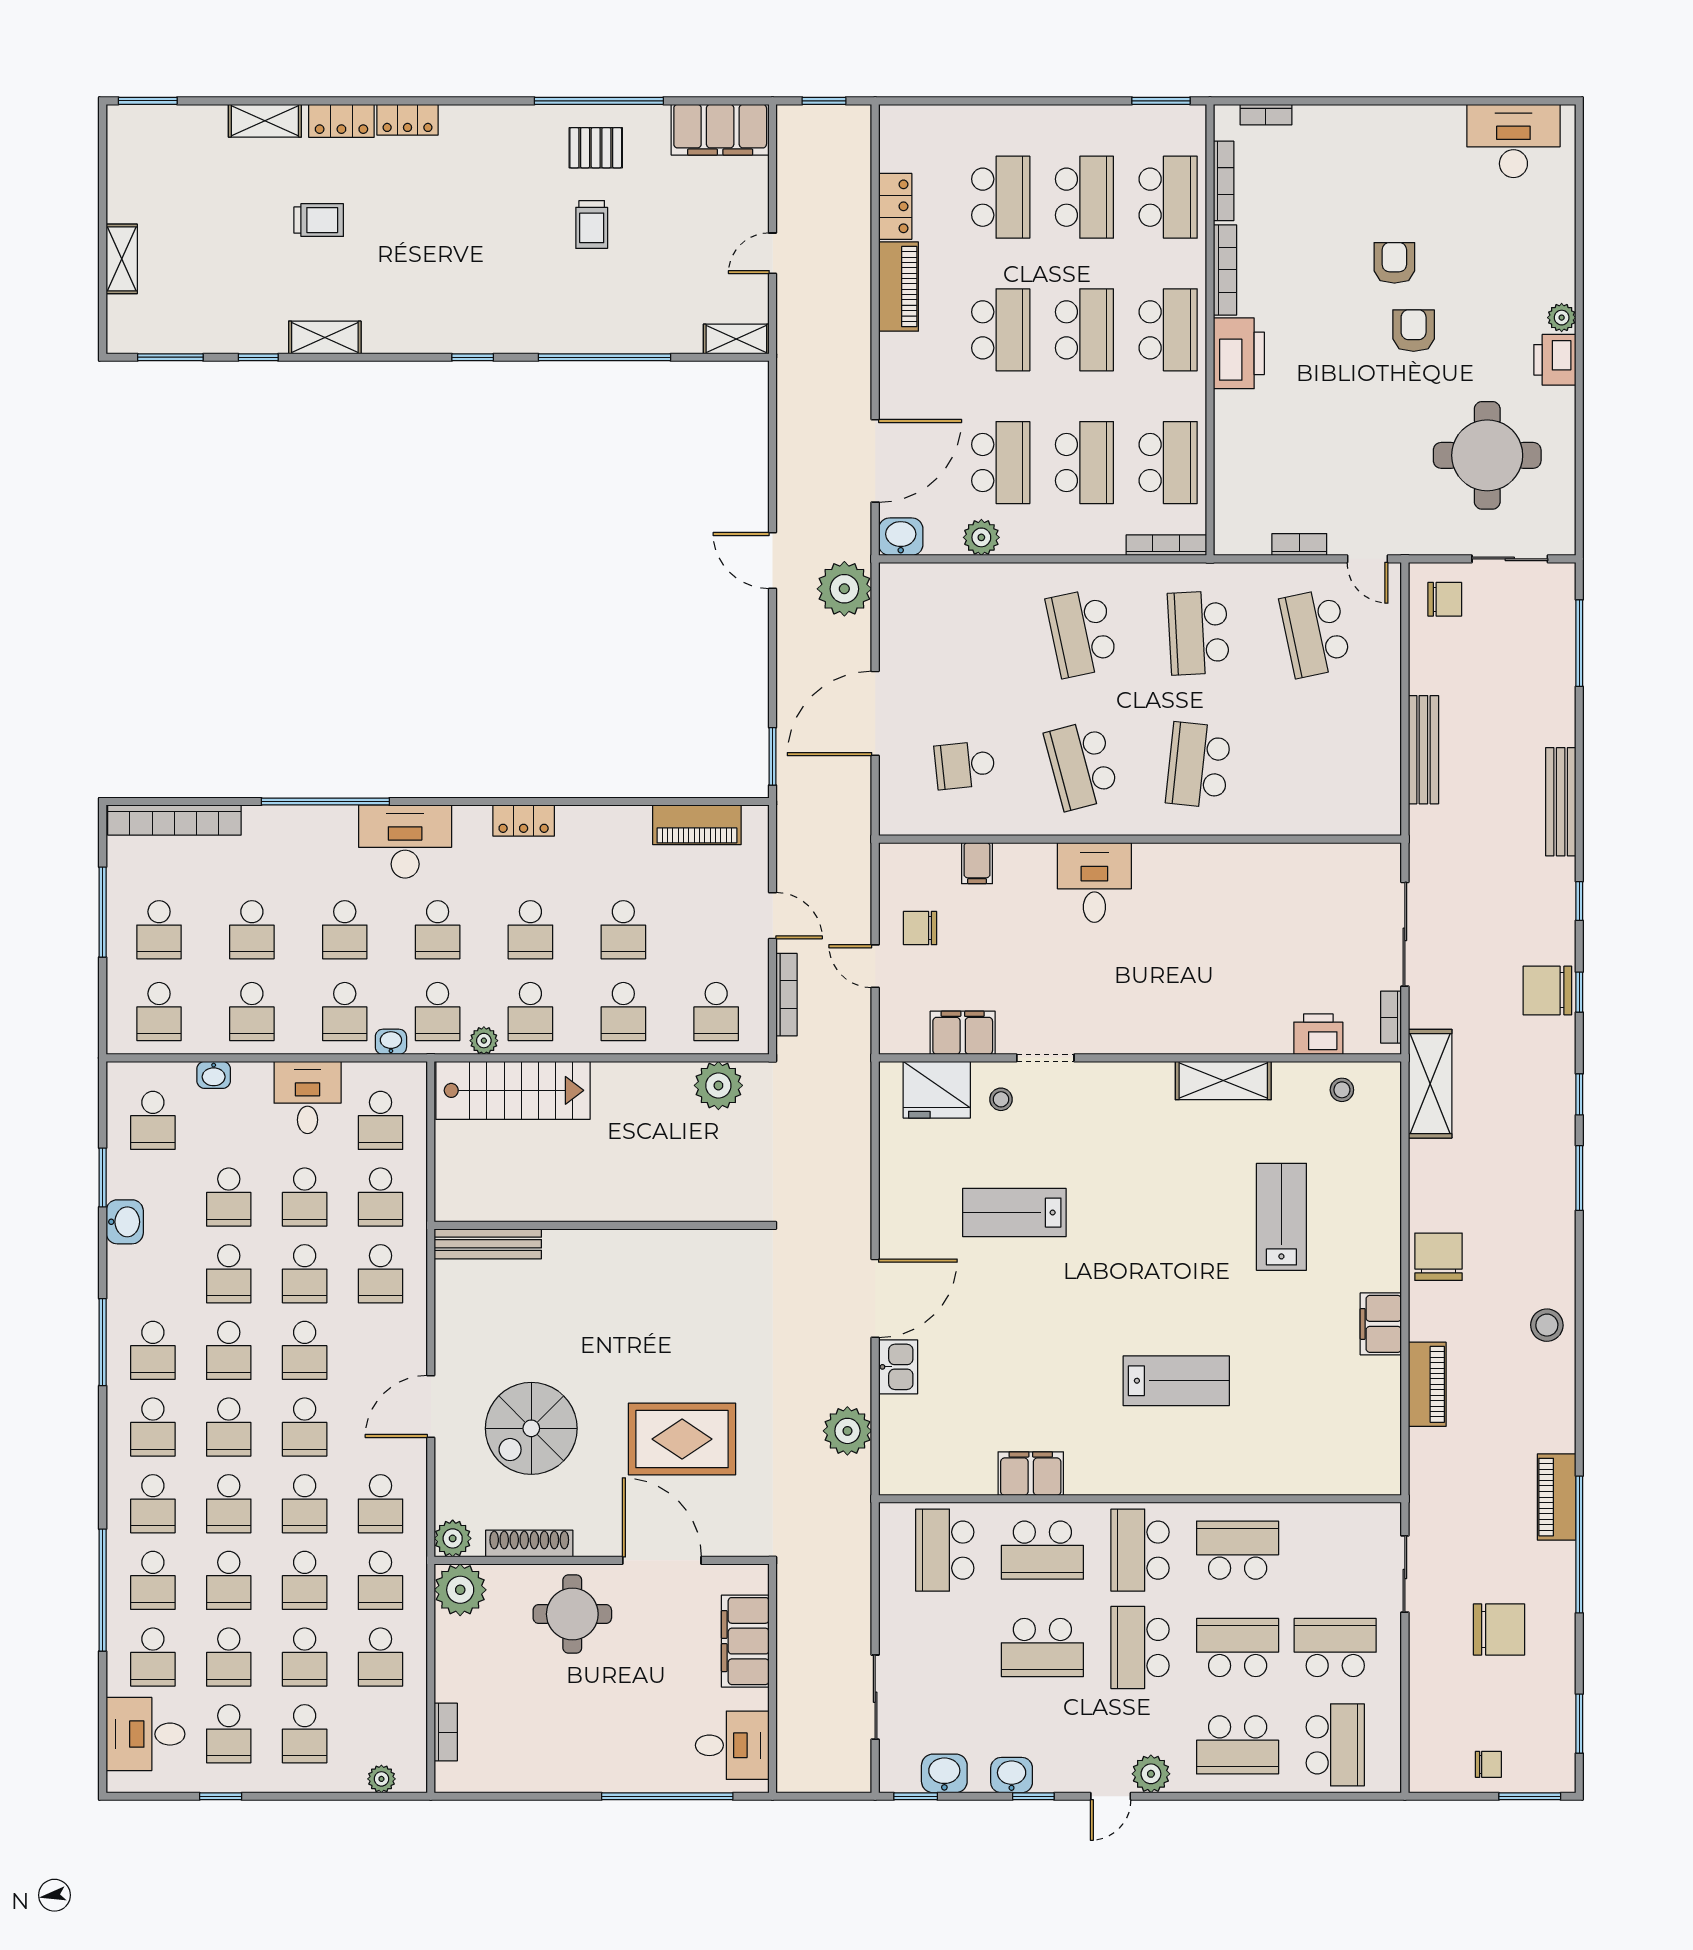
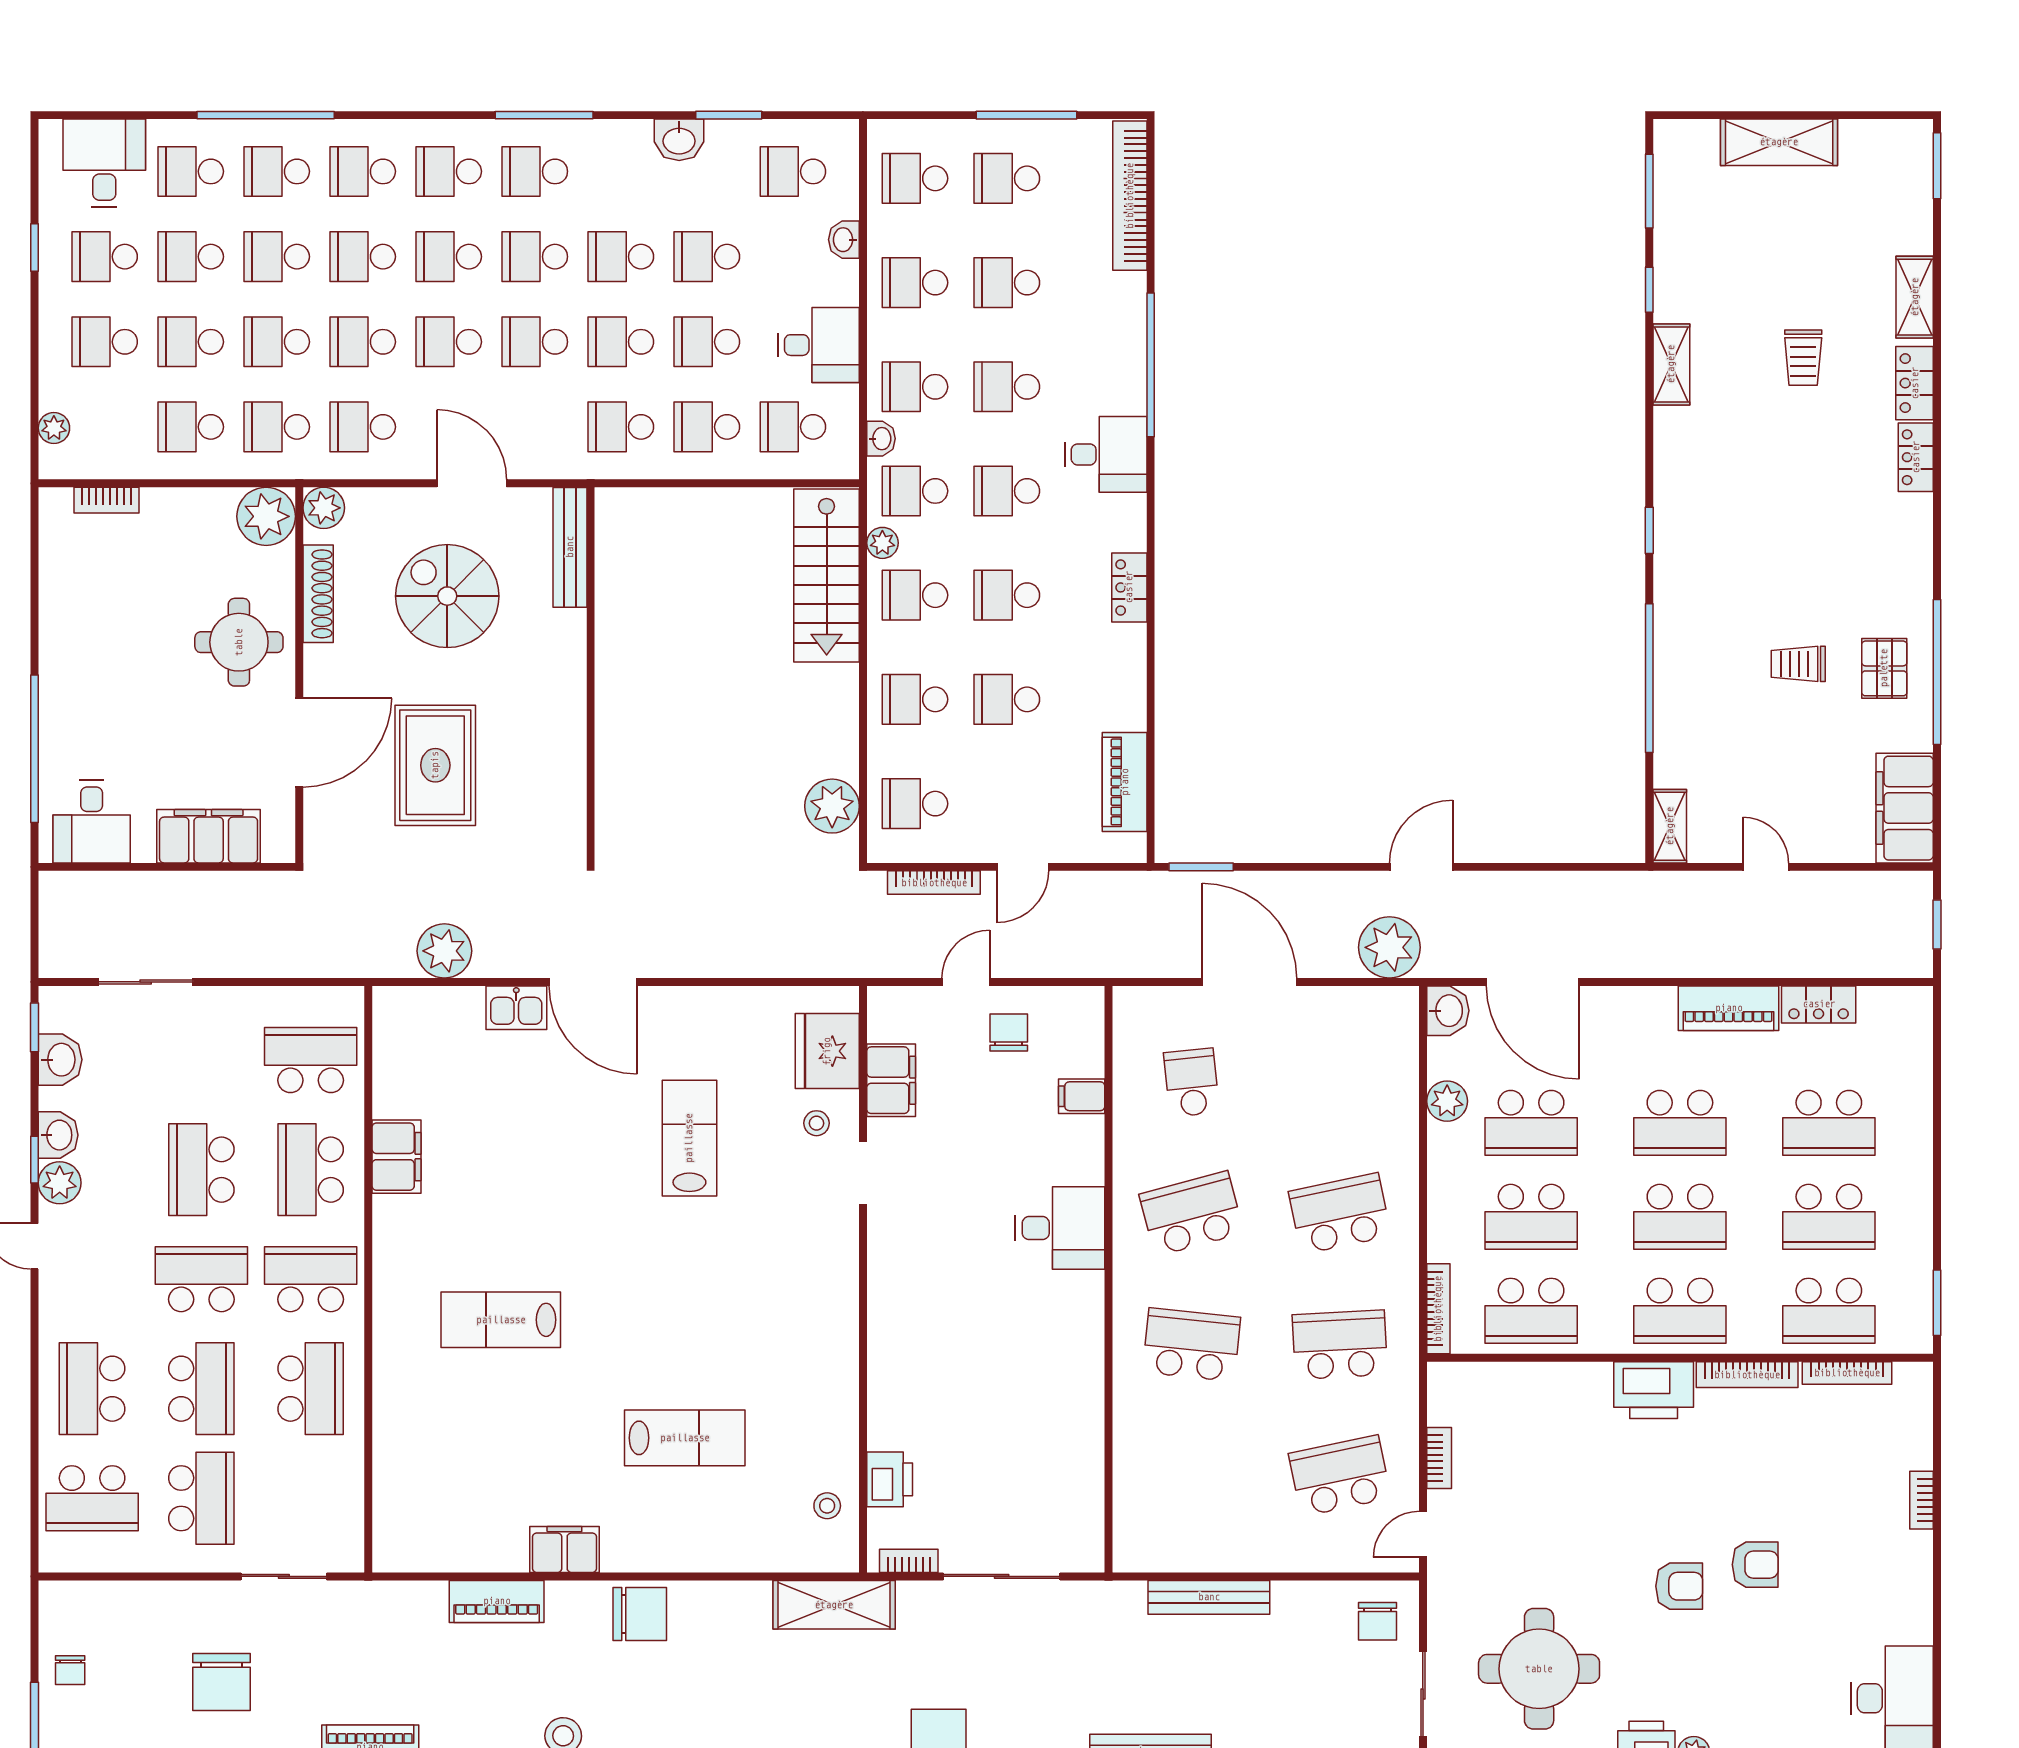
bookcase: (1266, 115) -> (1921, 1500), moved
shelving: (122, 259) -> (1779, 142), width x1.50, depth x1.33
desk: (405, 841) -> (1106, 454), width x0.73
shelving: (1223, 1080) -> (838, 1373), removed
wall: (602, 1225) -> (591, 675), moved
bench: (488, 1244) -> (570, 547), moved
lab bench: (1176, 1381) -> (501, 1320), turned 90
plant: (1151, 1774) -> (60, 1183), moved

